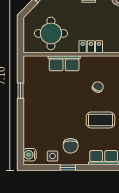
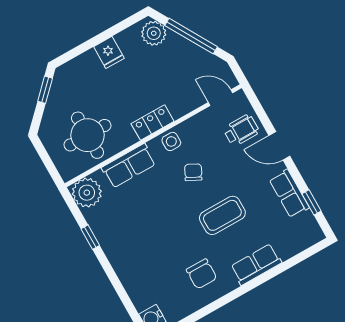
plant: (33, 65) -> (87, 193), added
side table: (53, 156) -> (171, 141), moved
window: (68, 167) -> (215, 306), removed

